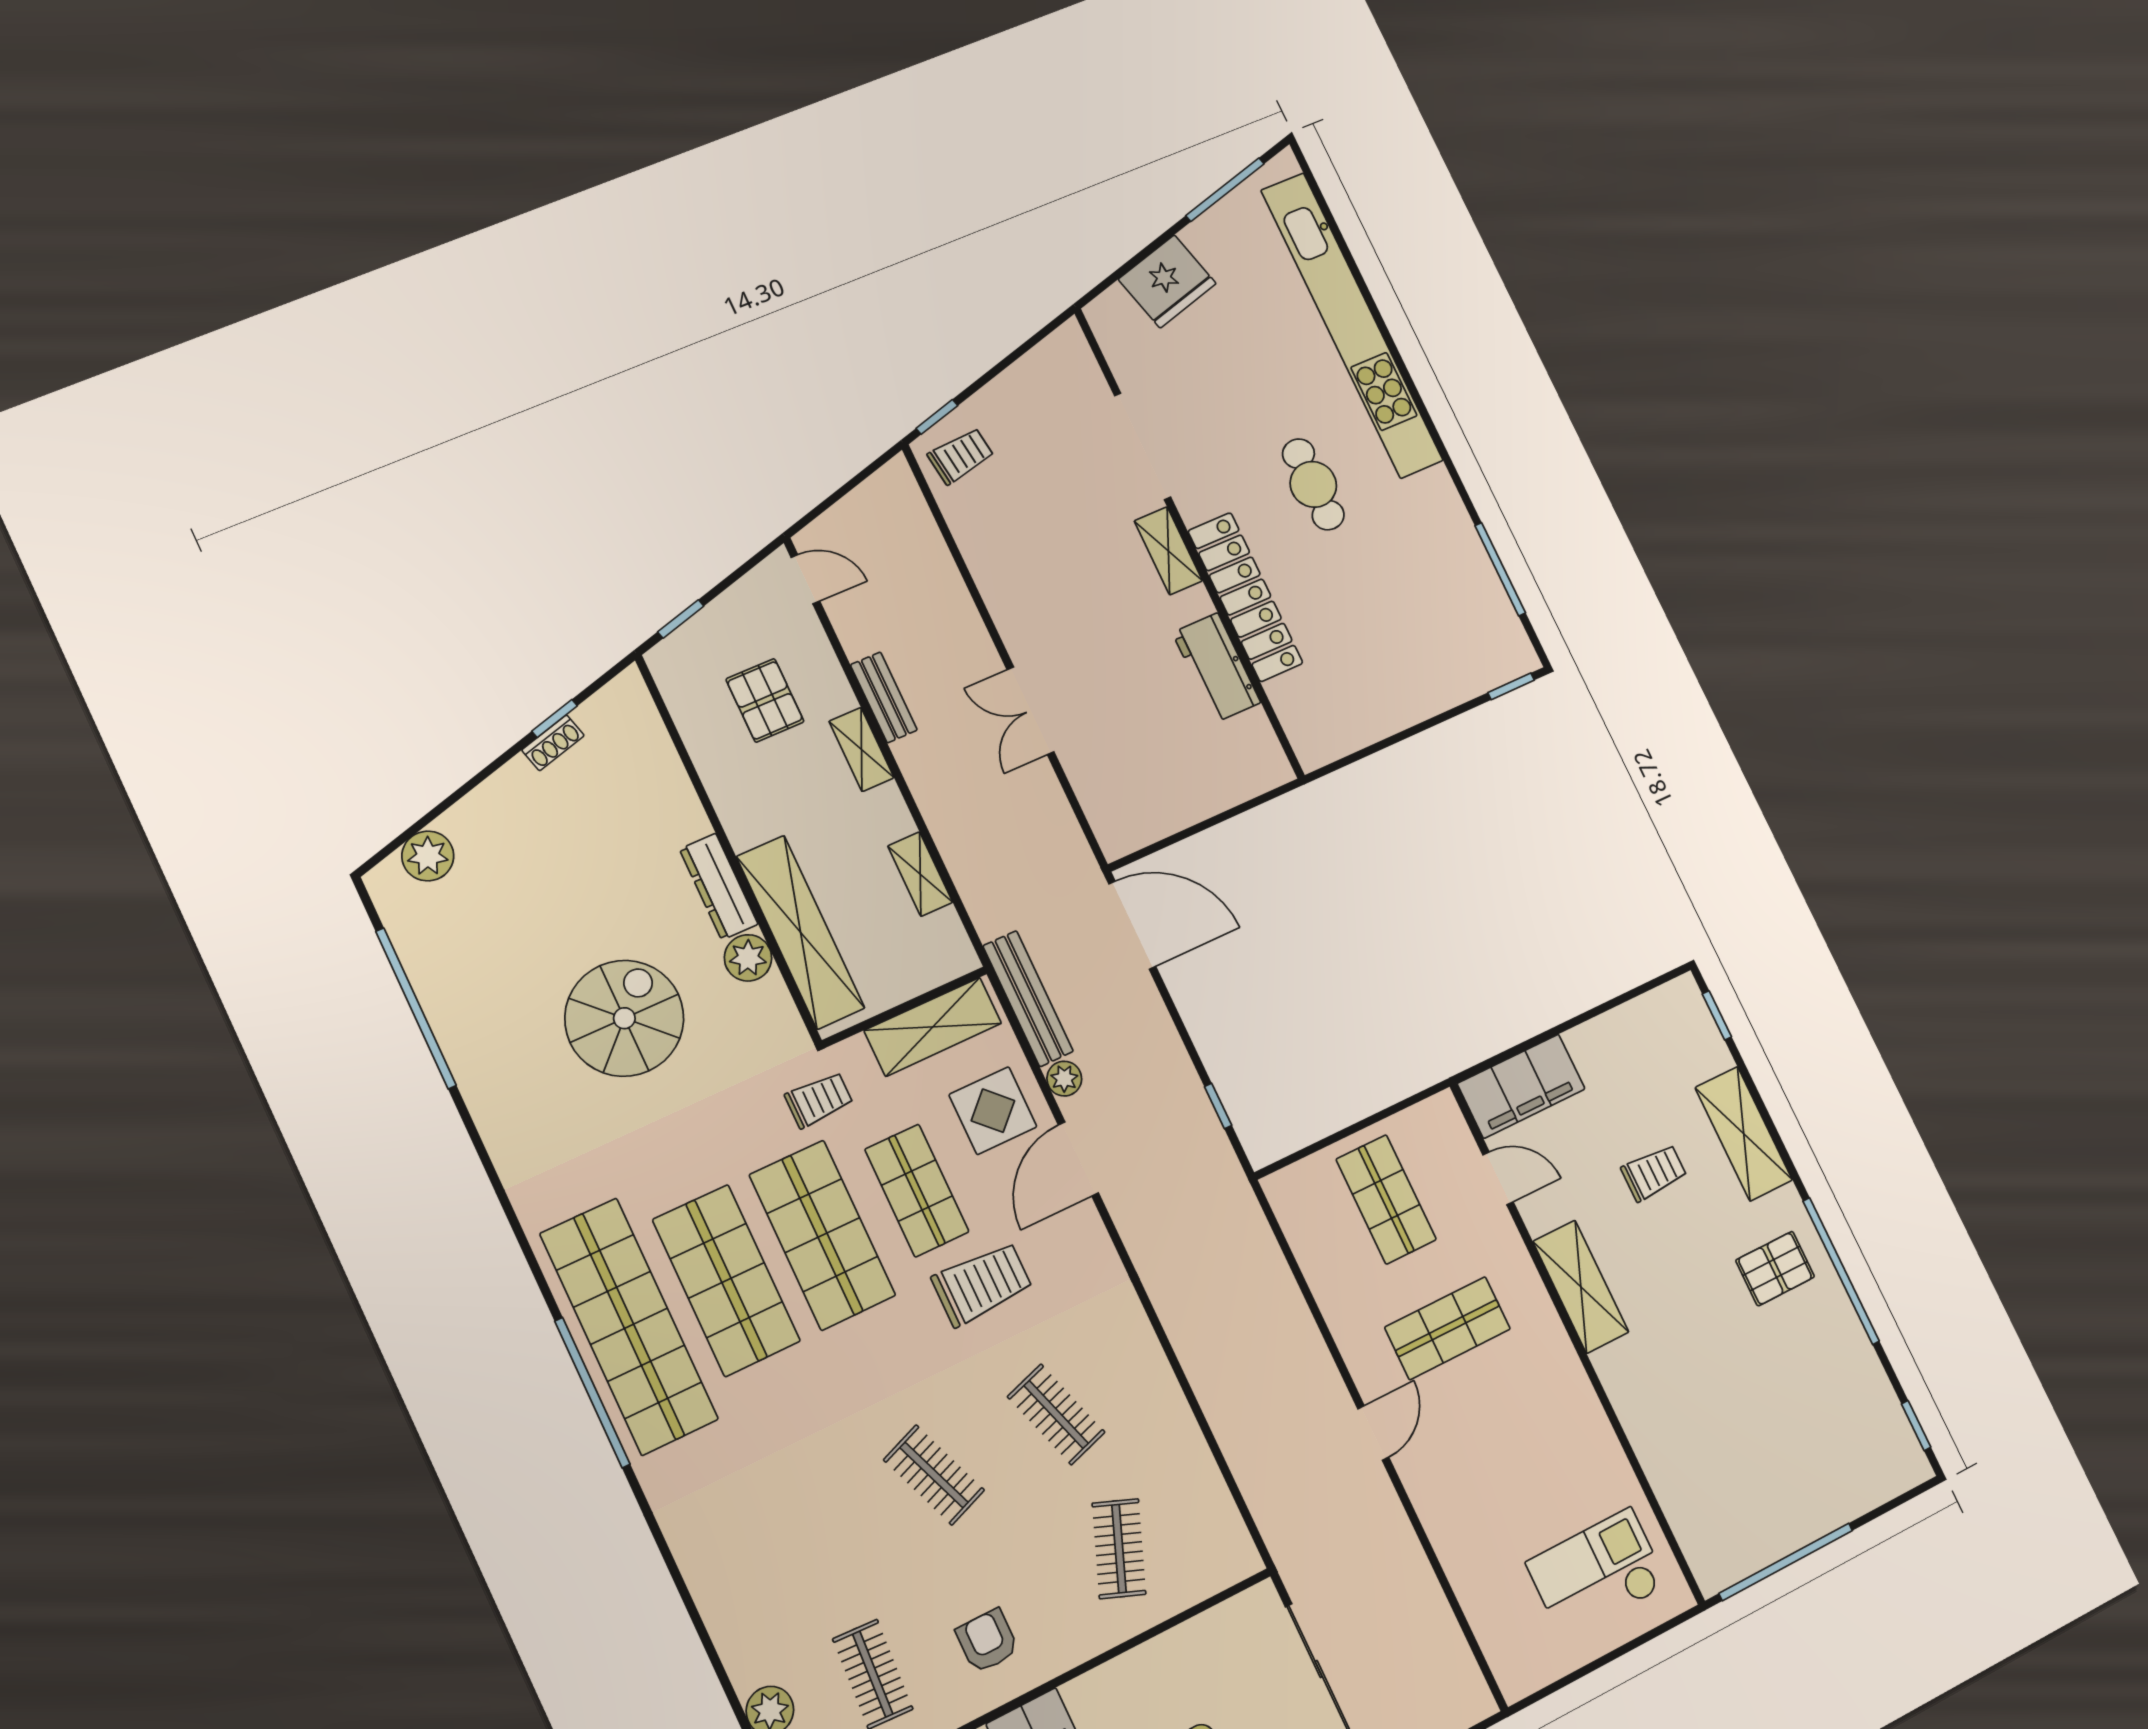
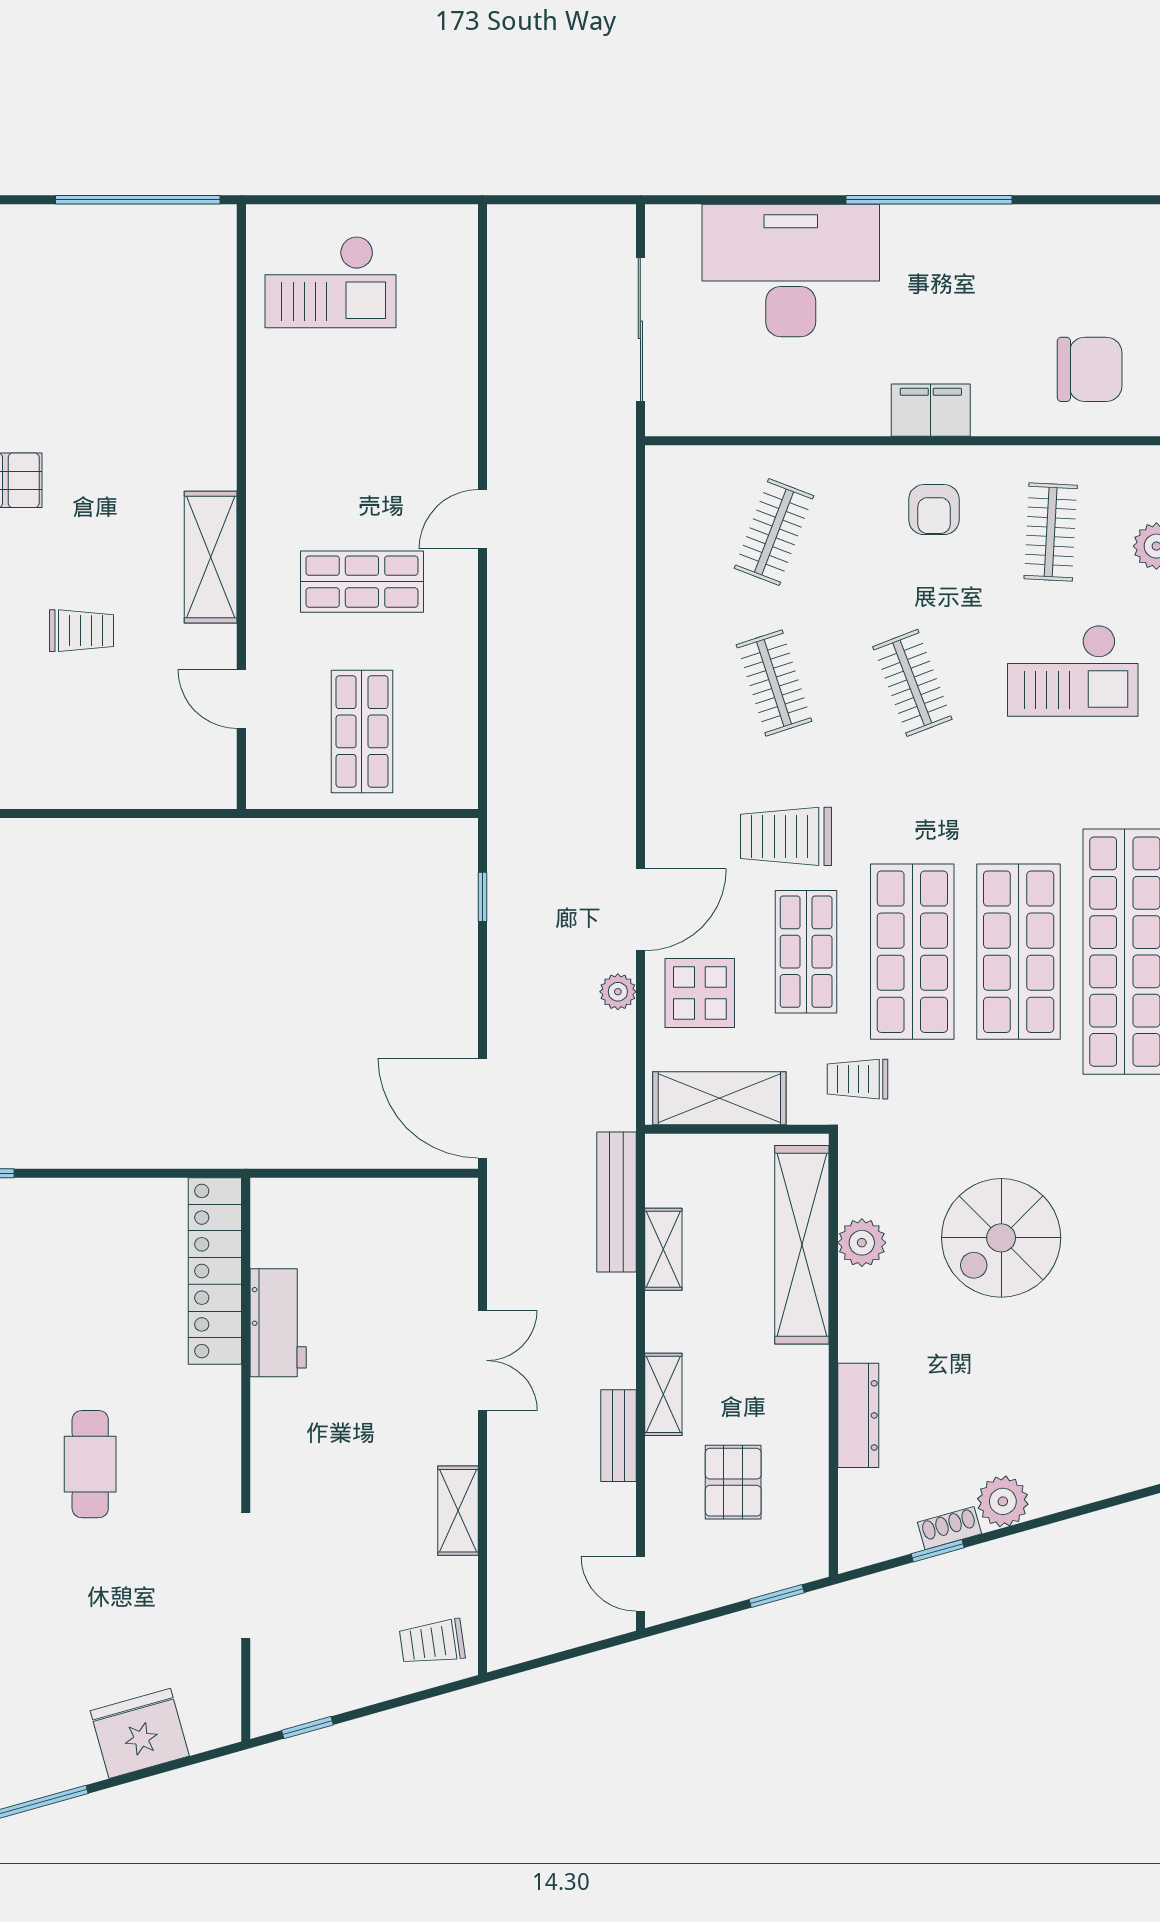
window: (937, 417) -> (307, 1728), moved
shelving: (1168, 551) -> (458, 1511), moved
locker: (1245, 597) -> (215, 1271), moved
plant: (428, 856) -> (1003, 1501), moved
dresser: (719, 887) -> (858, 1415), moved
bench: (1028, 999) -> (616, 1202), moved
filing cabinet: (1521, 1086) -> (174, 776), removed
trolley: (1654, 1173) -> (82, 631), turned 180
checkout: (794, 1558) -> (1073, 671), added

